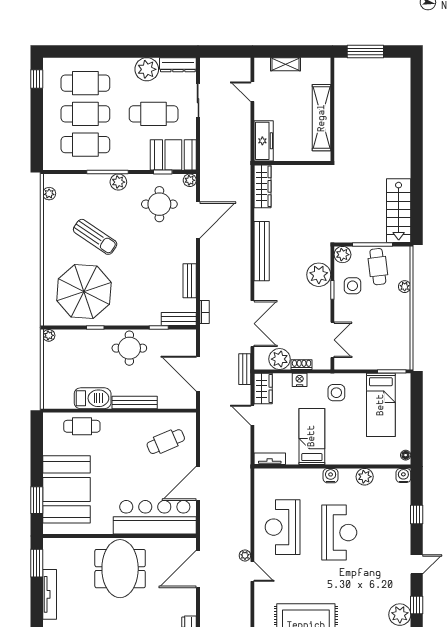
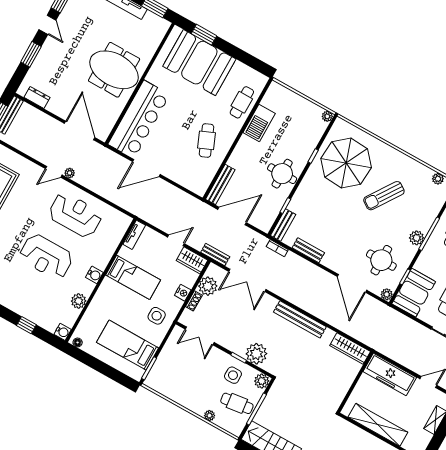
freezer: (264, 141) -> (390, 374), width x1.36, depth x1.26
bench: (135, 402) -> (220, 184), moved
cafe table: (166, 442) -> (206, 140), moved
door: (198, 483) -> (146, 168), swing flipped

